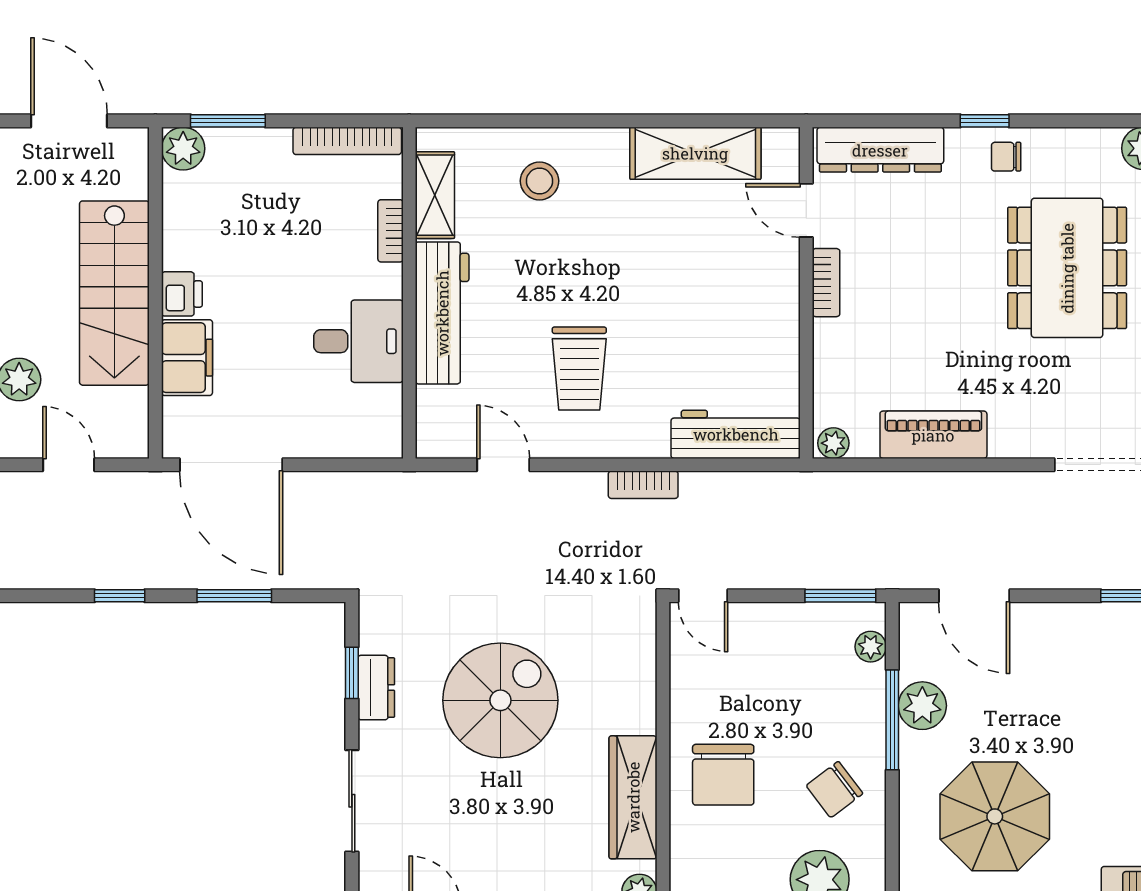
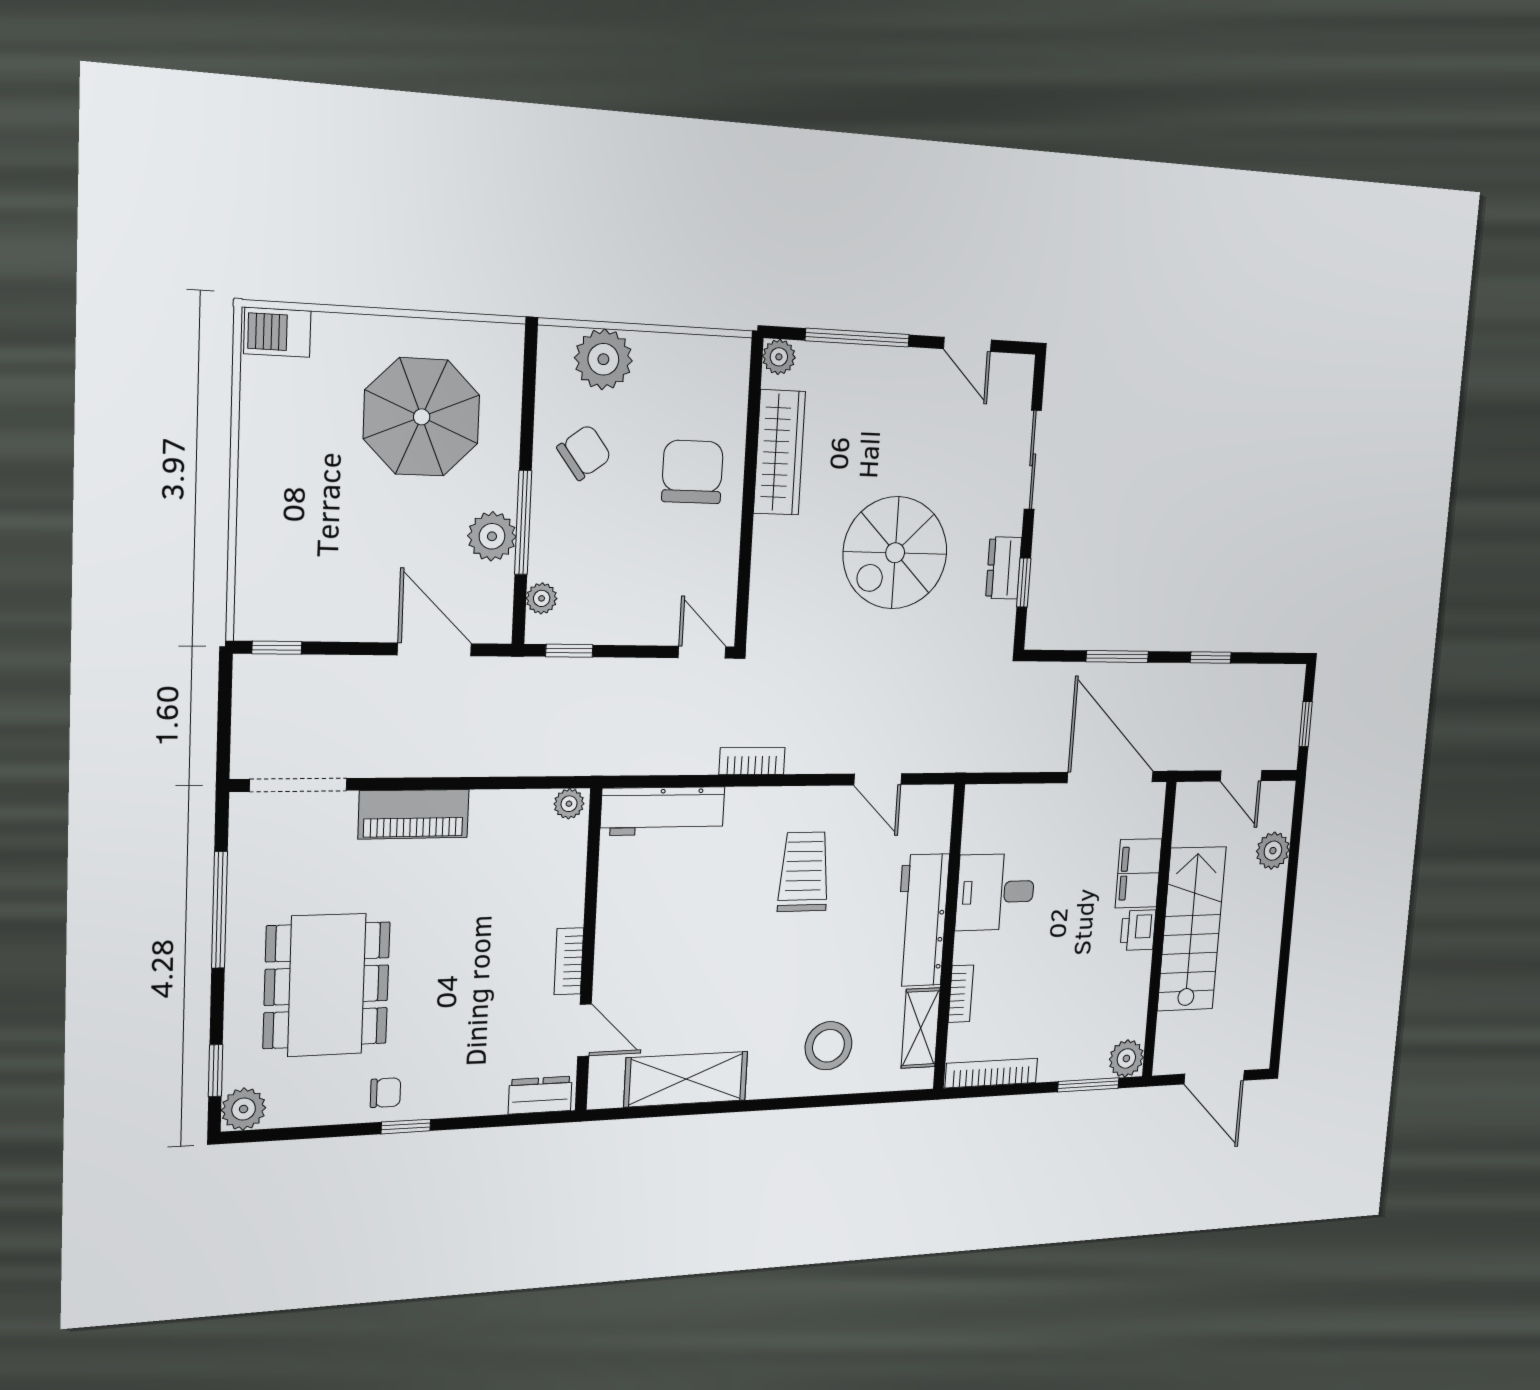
dresser: (880, 150) -> (540, 1095), width x0.51, depth x0.80
stool: (540, 181) -> (828, 1046), width x1.38, depth x1.38
piano: (933, 435) -> (414, 814), moved
window: (840, 596) -> (569, 651), width x0.67

